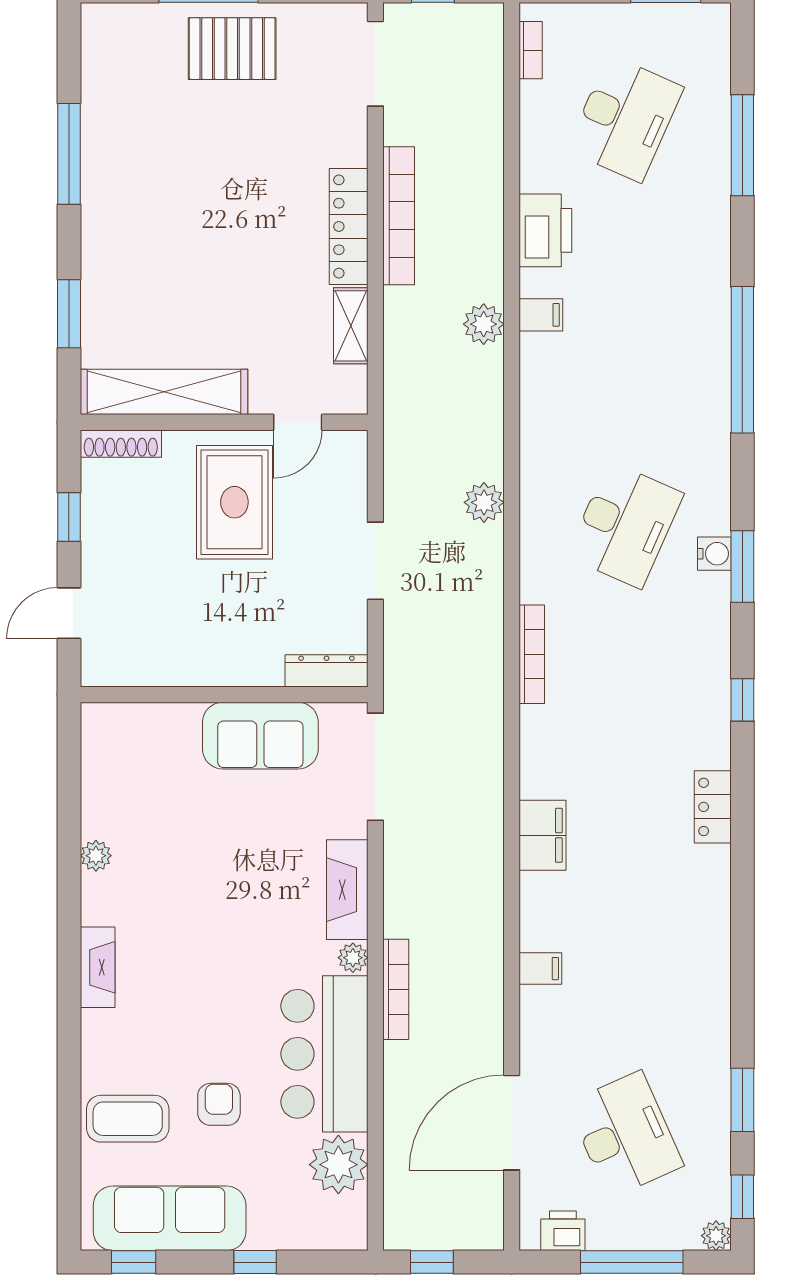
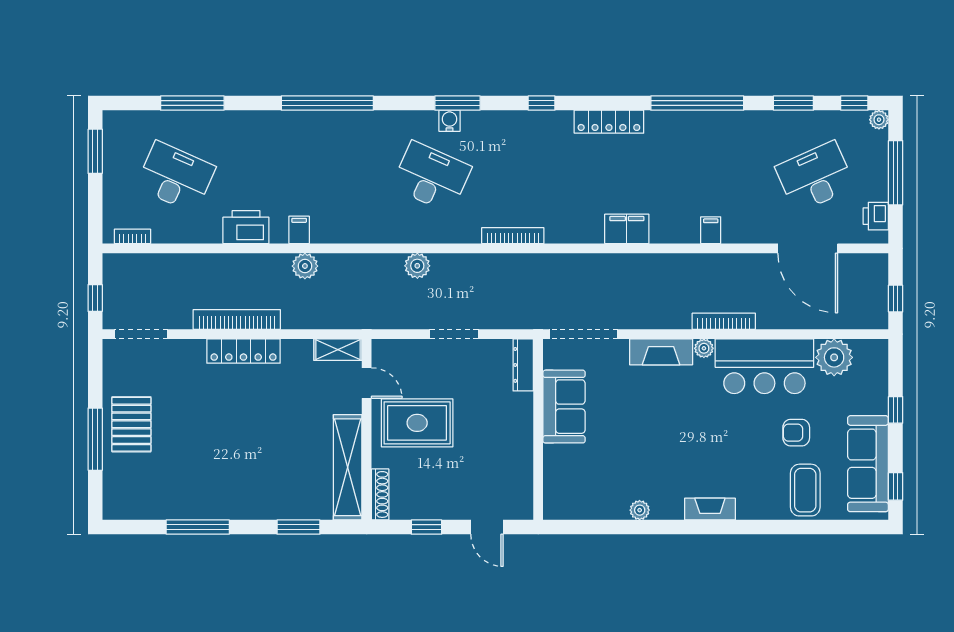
shelving: (351, 326) -> (338, 350), moved
locker: (713, 807) -> (609, 122), width x1.53
window: (742, 947) -> (697, 103), added

